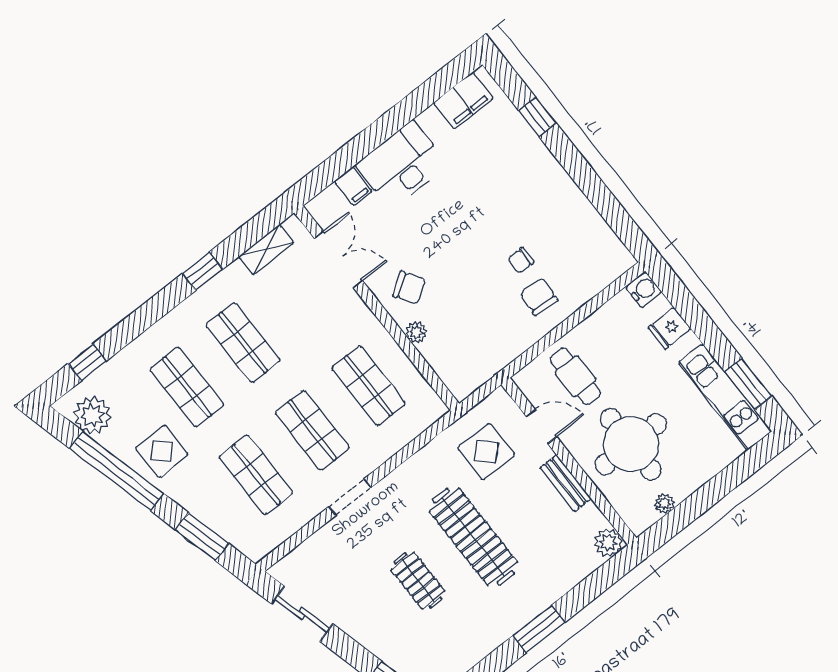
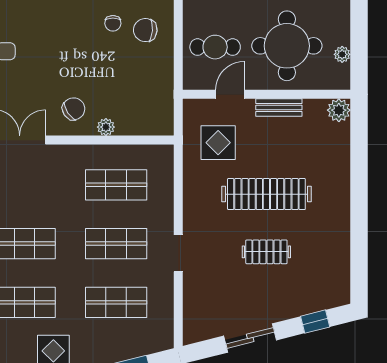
sliding door: (302, 614) -> (250, 338), moved
window: (539, 629) -> (359, 199), removed

